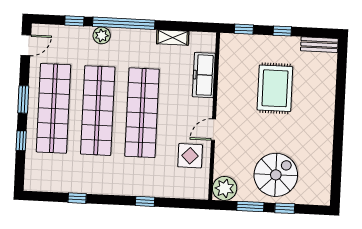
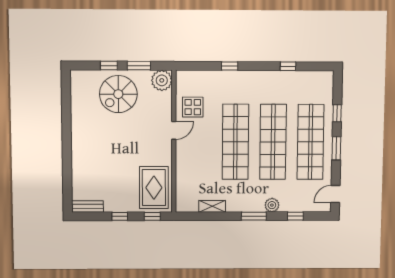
window: (124, 23) -> (254, 216), width x0.47
freezer: (204, 75) -> (184, 176), removed
rug: (275, 88) -> (154, 188), moved

